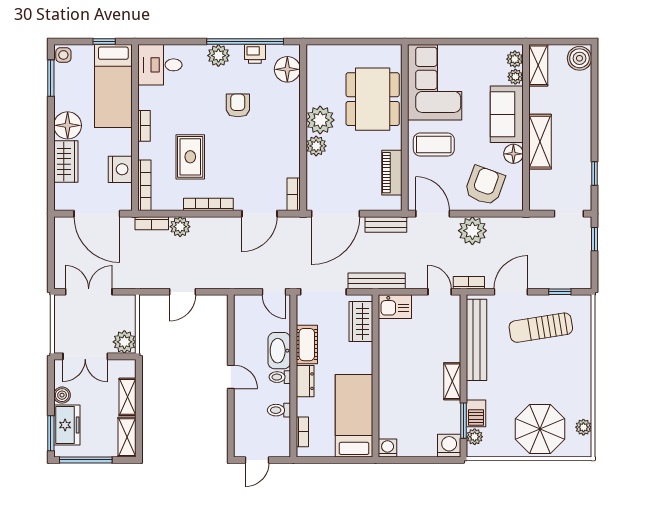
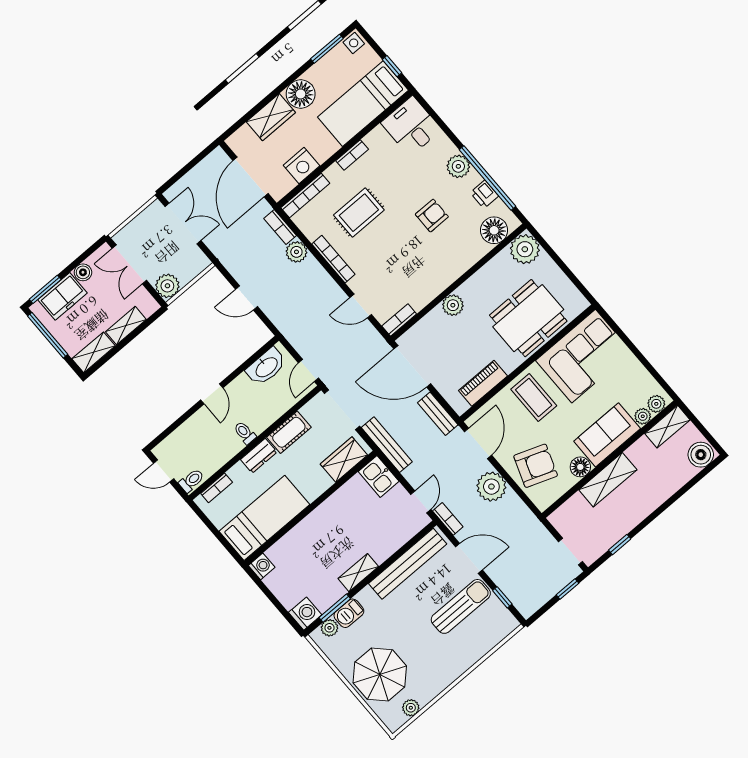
plant: (320, 120) -> (525, 249), moved
door: (259, 214) -> (361, 306), width x0.73
sun lounger: (541, 328) -> (461, 606), turned 99
washbasin: (279, 351) -> (266, 367), moved, turned 180
toilet: (279, 410) -> (192, 481), moved, turned 90

